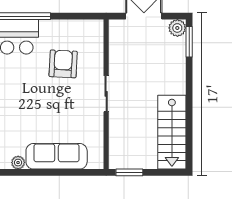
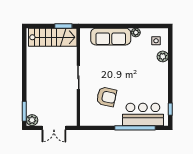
armchair: (63, 64) -> (106, 97), turned -81
stairs: (172, 132) -> (53, 37), moved, turned 90

